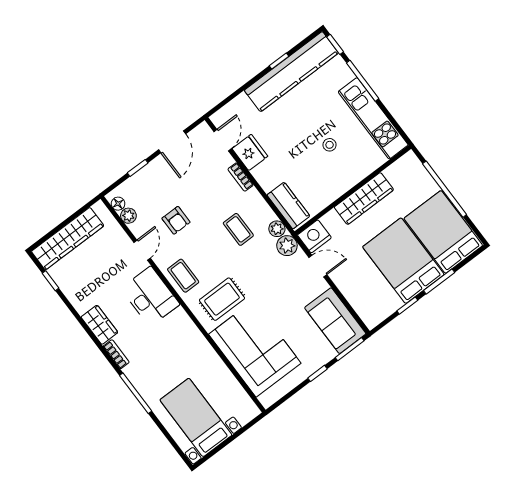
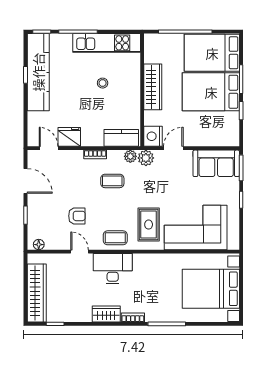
bookcase: (241, 177) -> (95, 154), moved
plant: (128, 216) -> (51, 244), removed
bed with nightstands: (196, 417) -> (211, 289), width x1.36

